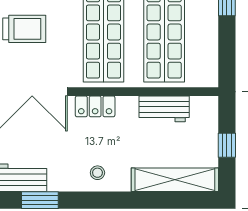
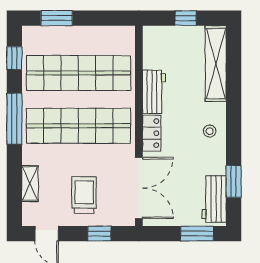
workbench: (164, 109) -> (154, 92), moved

